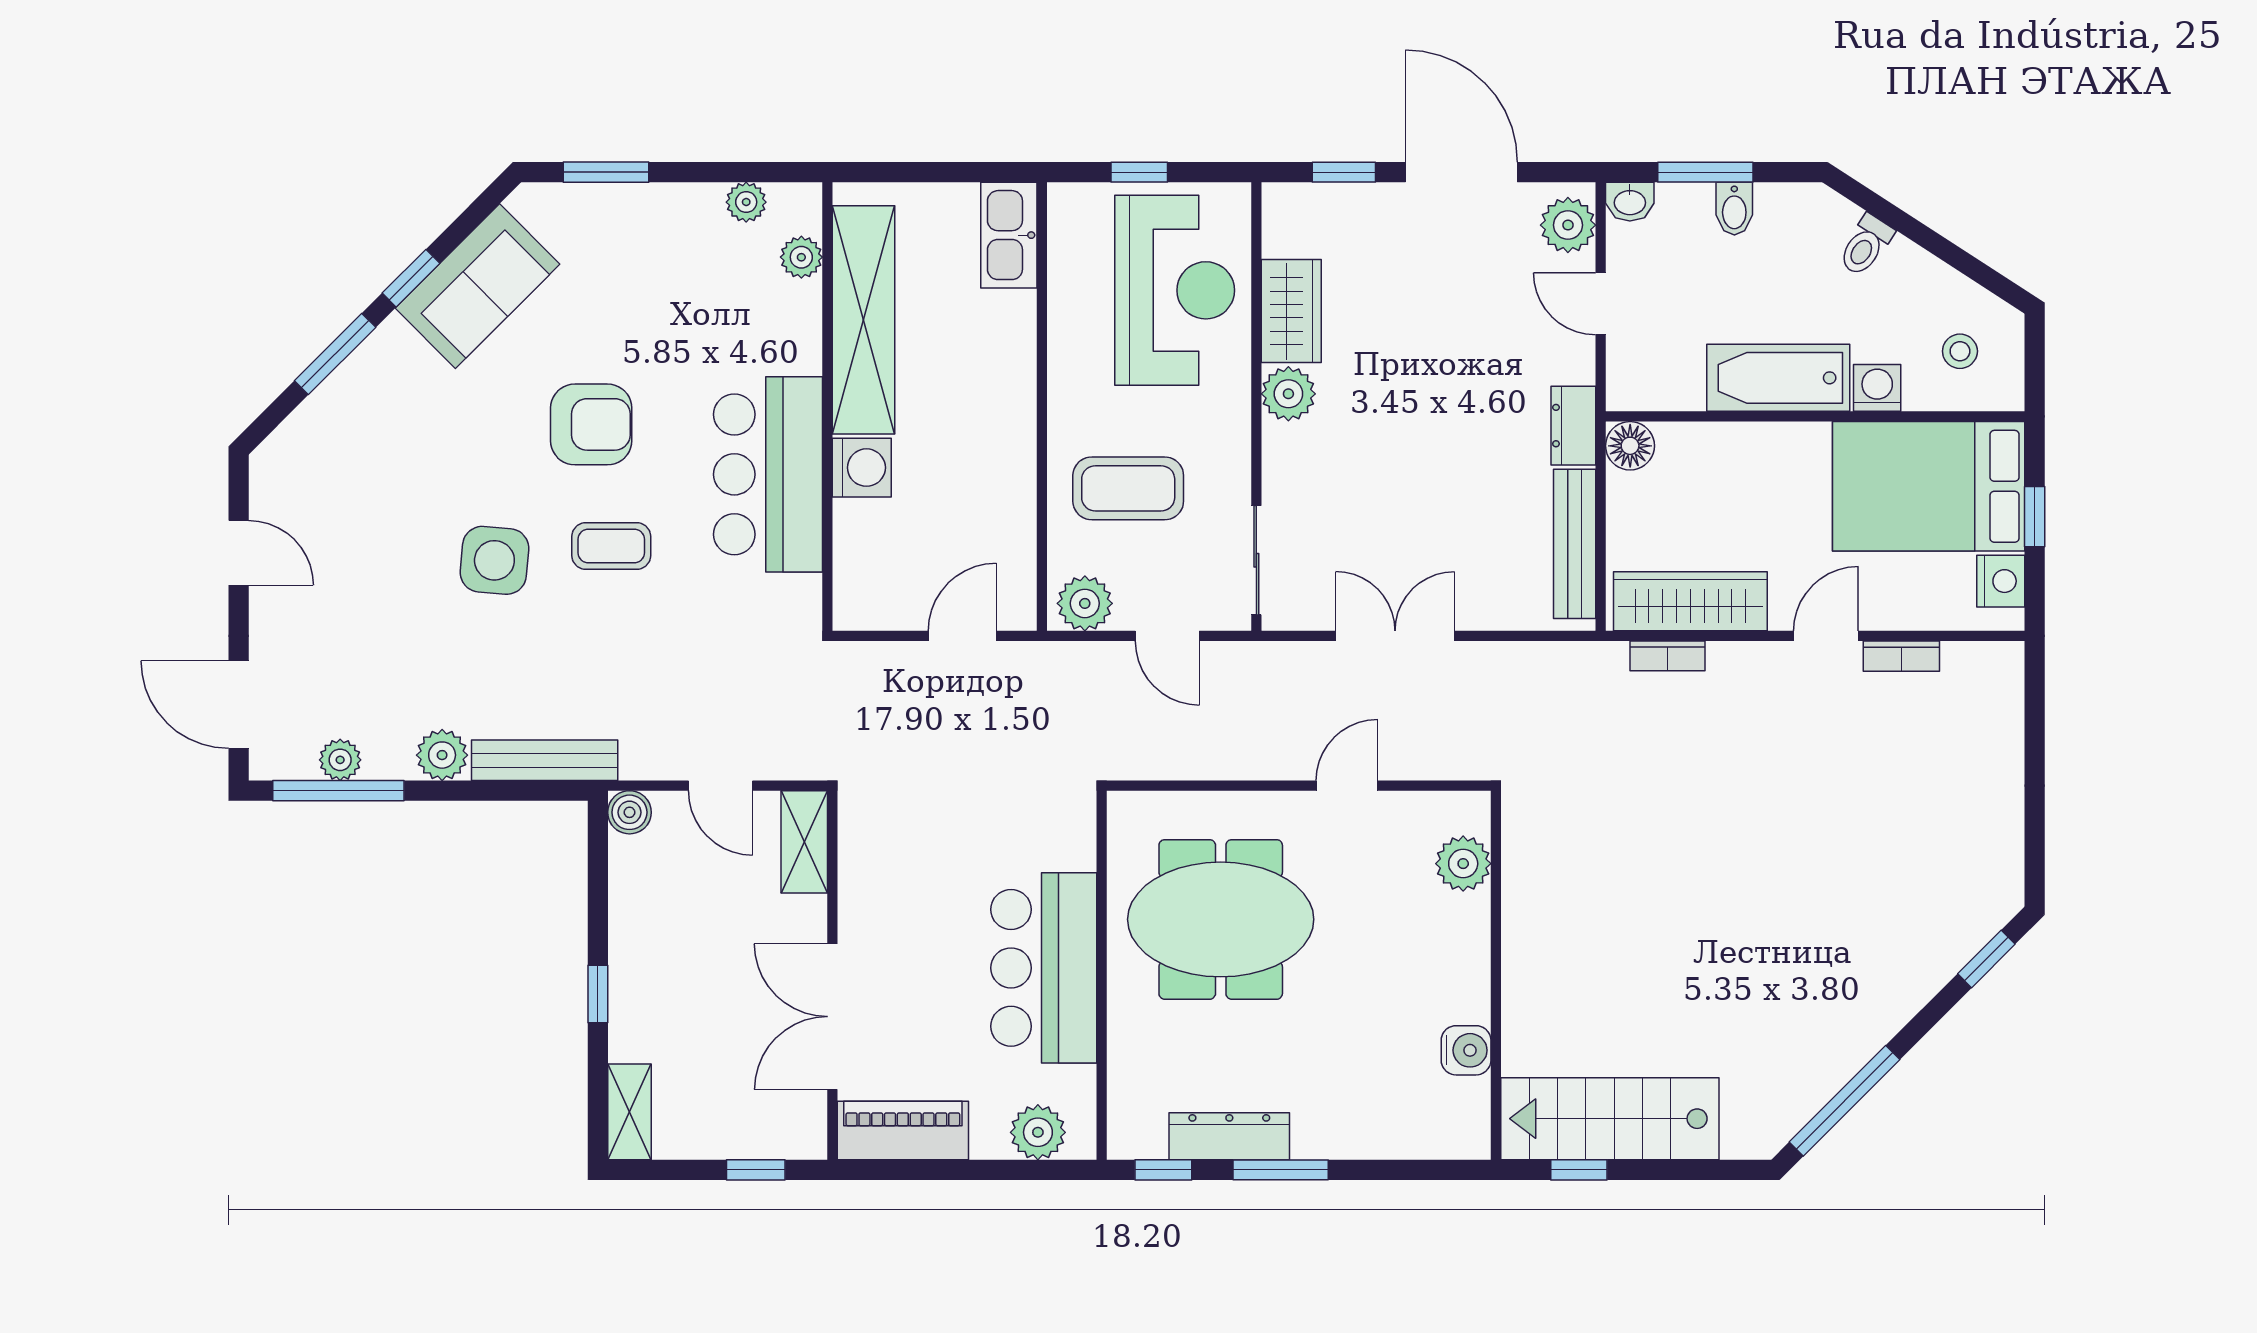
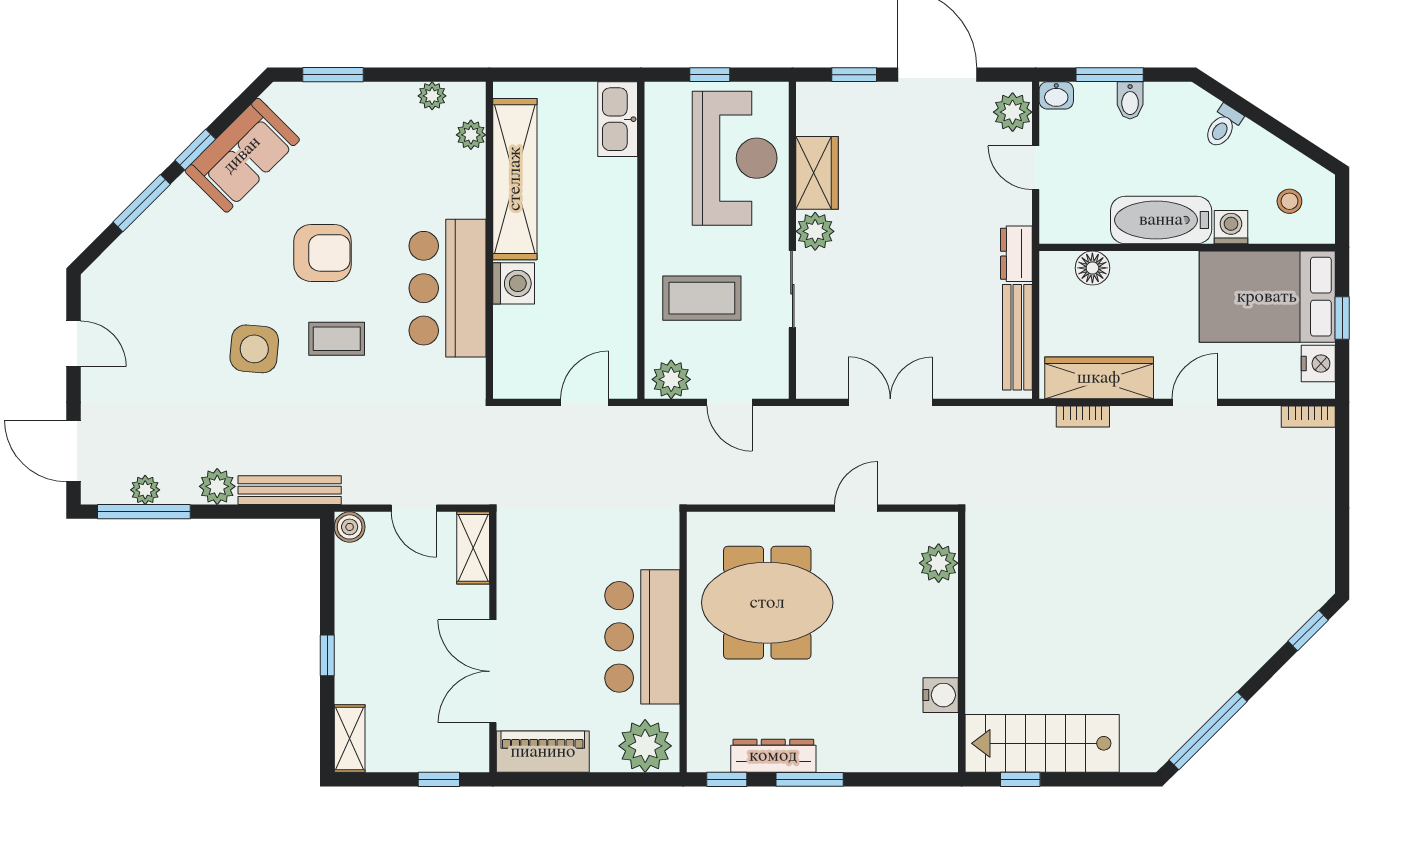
floor lamp: (1630, 446) -> (1092, 268), moved
sliding door: (1256, 560) -> (792, 289), moved
bookcase: (1901, 656) -> (1308, 417), moved
plant: (1038, 1132) -> (645, 746), width x1.36, depth x1.36

